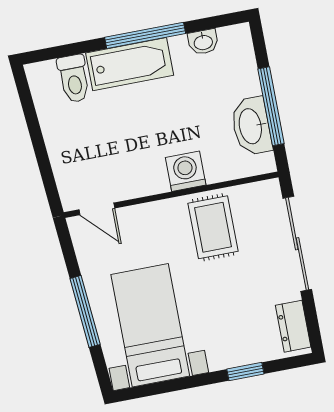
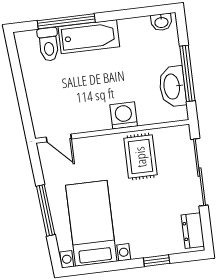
window: (145, 35) -> (66, 21), moved
washbasin: (203, 42) -> (161, 22), moved

